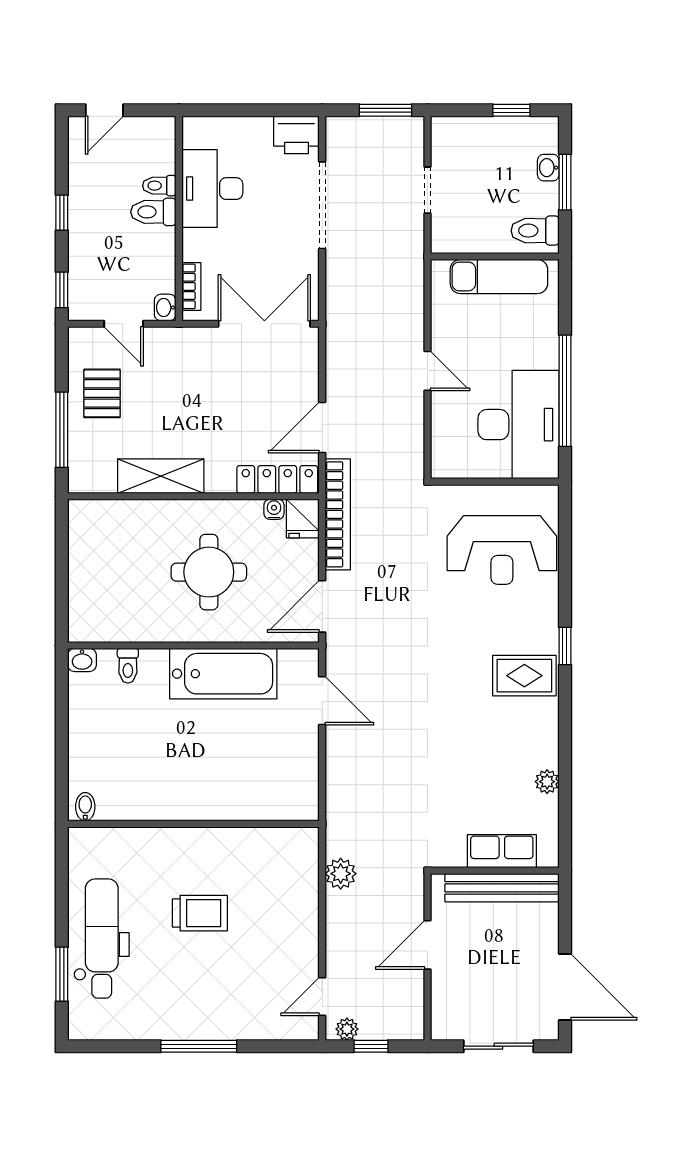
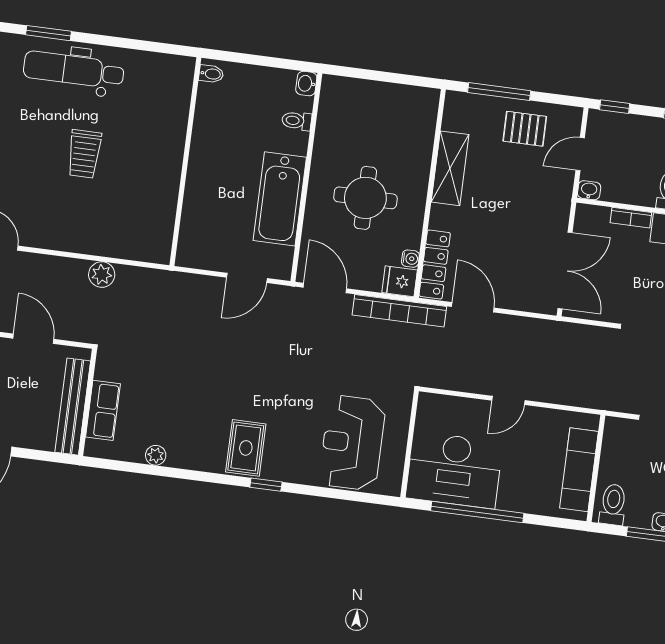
bookcase: (191, 286) -> (631, 218), moved
bidet: (85, 807) -> (211, 74), moved
wall: (193, 824) -> (185, 162), moved
dental chair: (102, 939) -> (74, 70), turned 180

